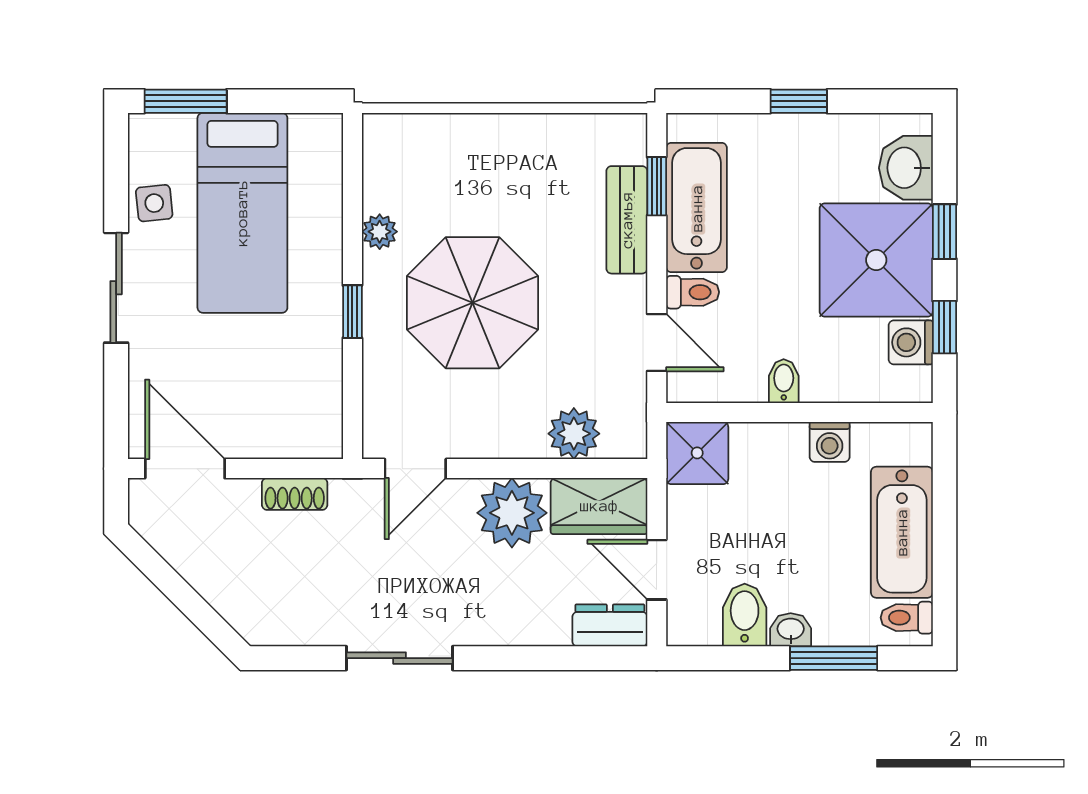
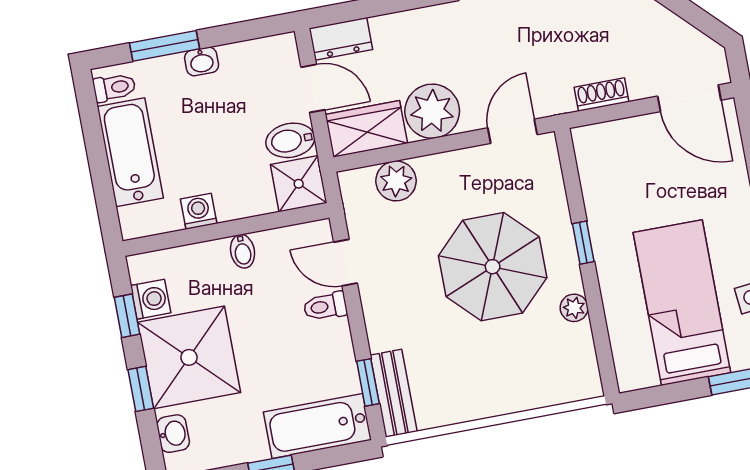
washbasin: (906, 168) -> (173, 434), width x0.72, depth x0.69
bathtub: (697, 208) -> (317, 426), moved, turned 90
bench: (627, 220) -> (394, 393), moved
bidet: (745, 615) -> (290, 140), moved, turned 90

